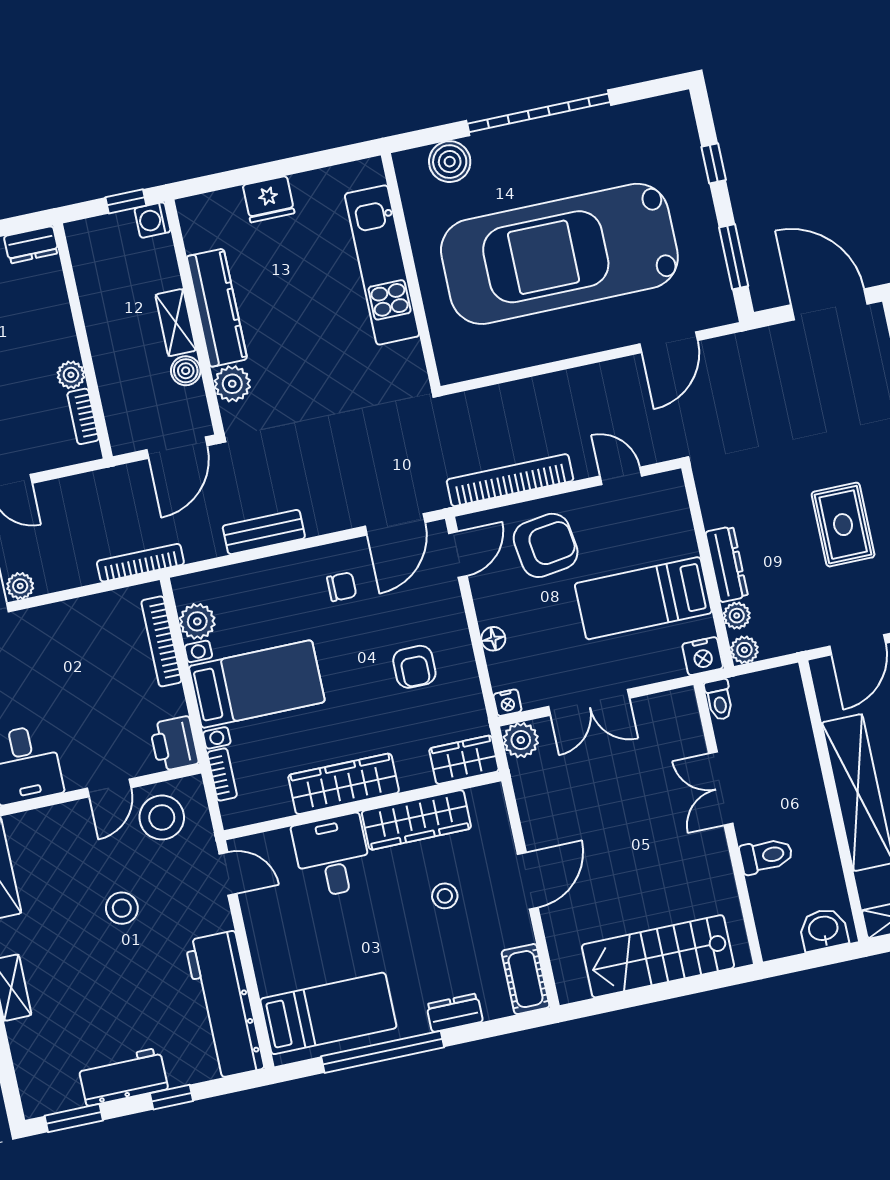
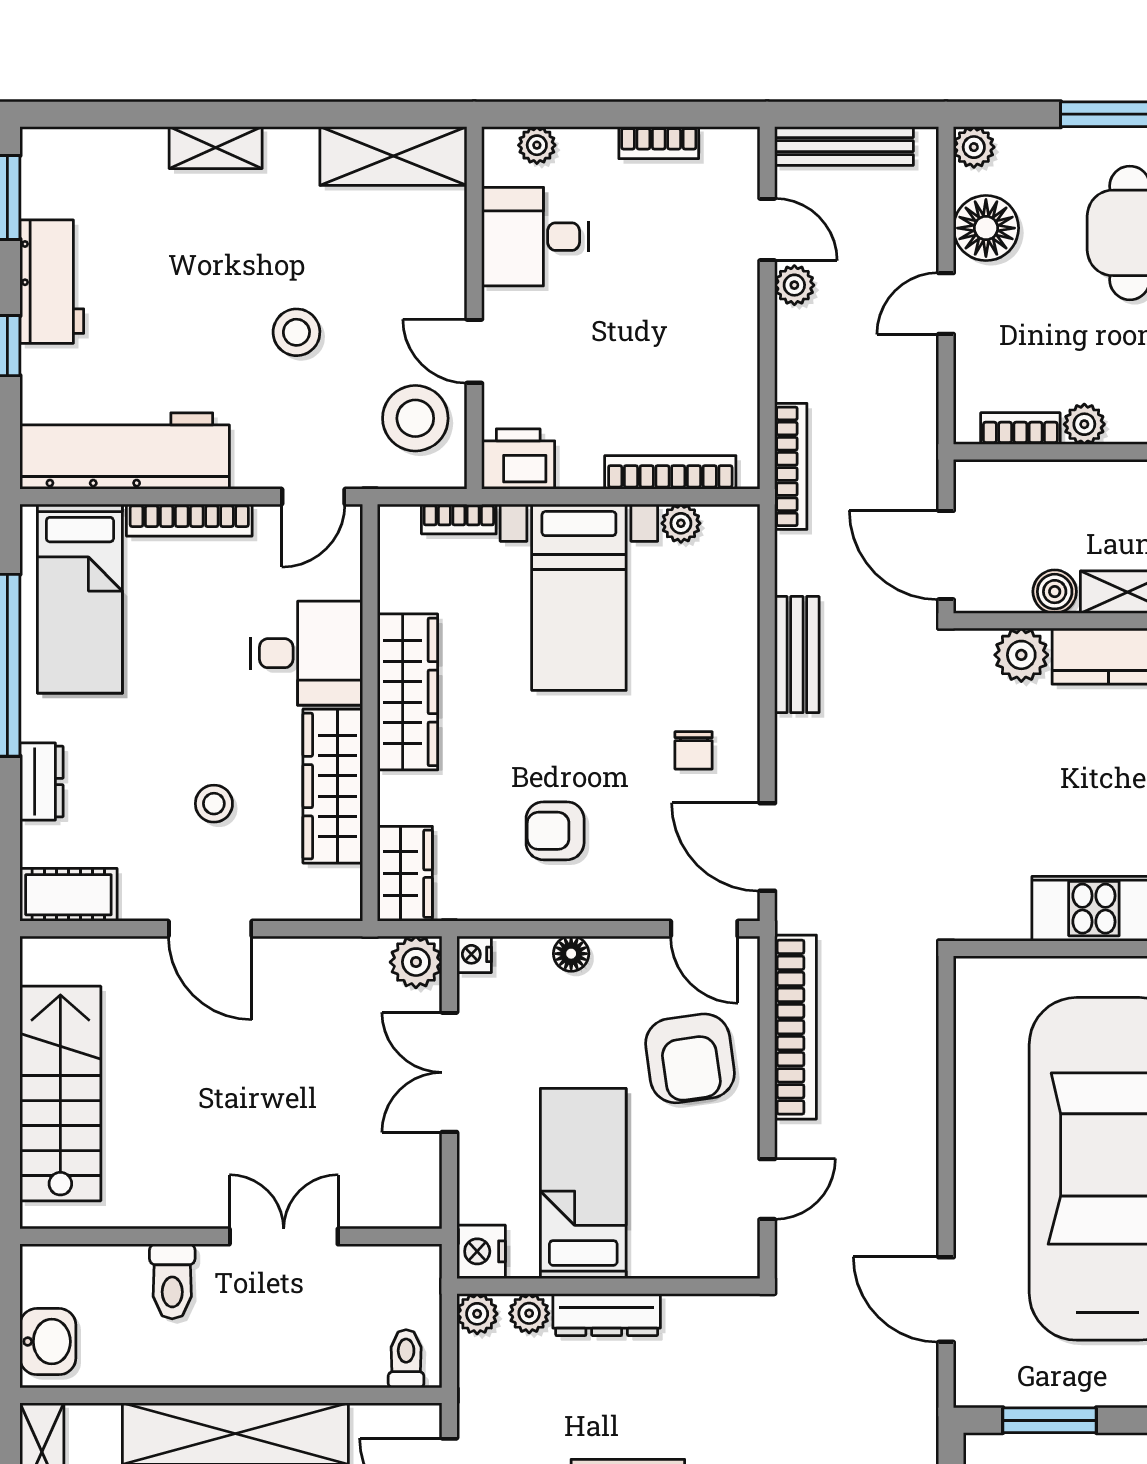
plant: (197, 621) -> (681, 523), width x0.73, depth x0.73
toilet: (719, 700) -> (406, 1359), moved, turned 90
bookcase: (261, 952) -> (189, 520), added

